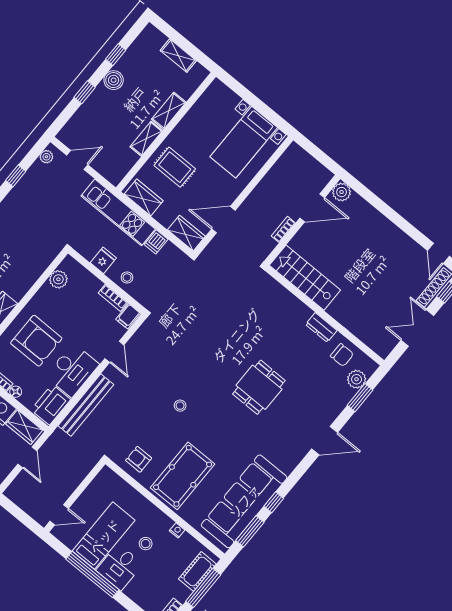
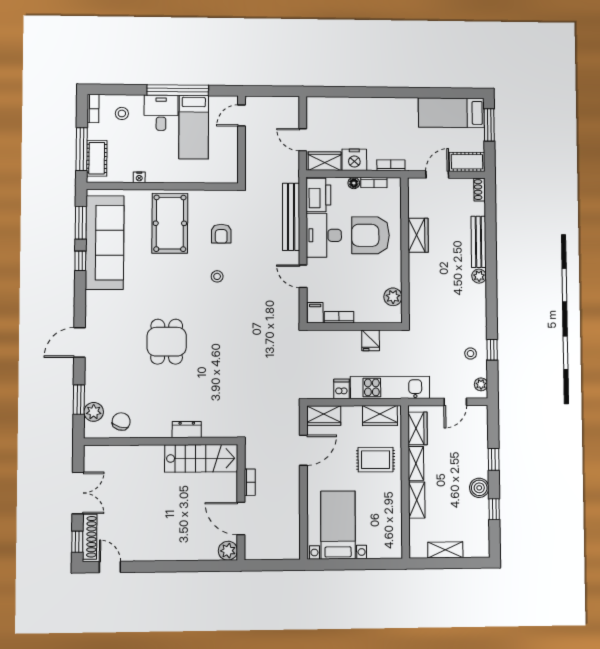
wardrobe: (123, 164) -> (418, 428), added
door: (312, 208) -> (241, 519), hinge flipped
stool: (127, 277) -> (471, 354), moved
dresser: (321, 327) -> (187, 430), moved
chair: (342, 355) -> (121, 421), turned 107
armchair: (139, 459) -> (221, 234), moved, turned 90
stool: (146, 544) -> (122, 113), moved

